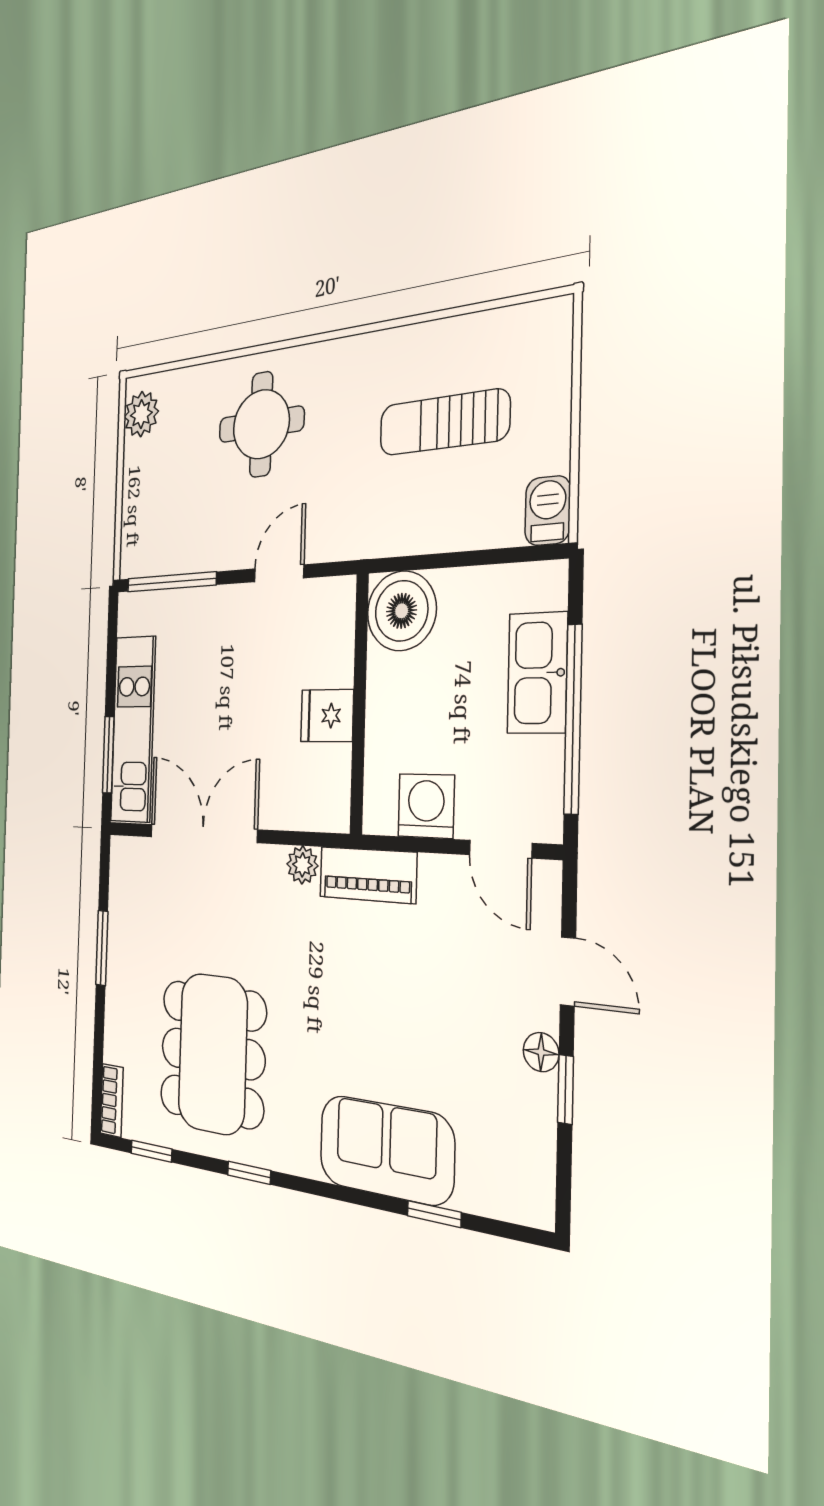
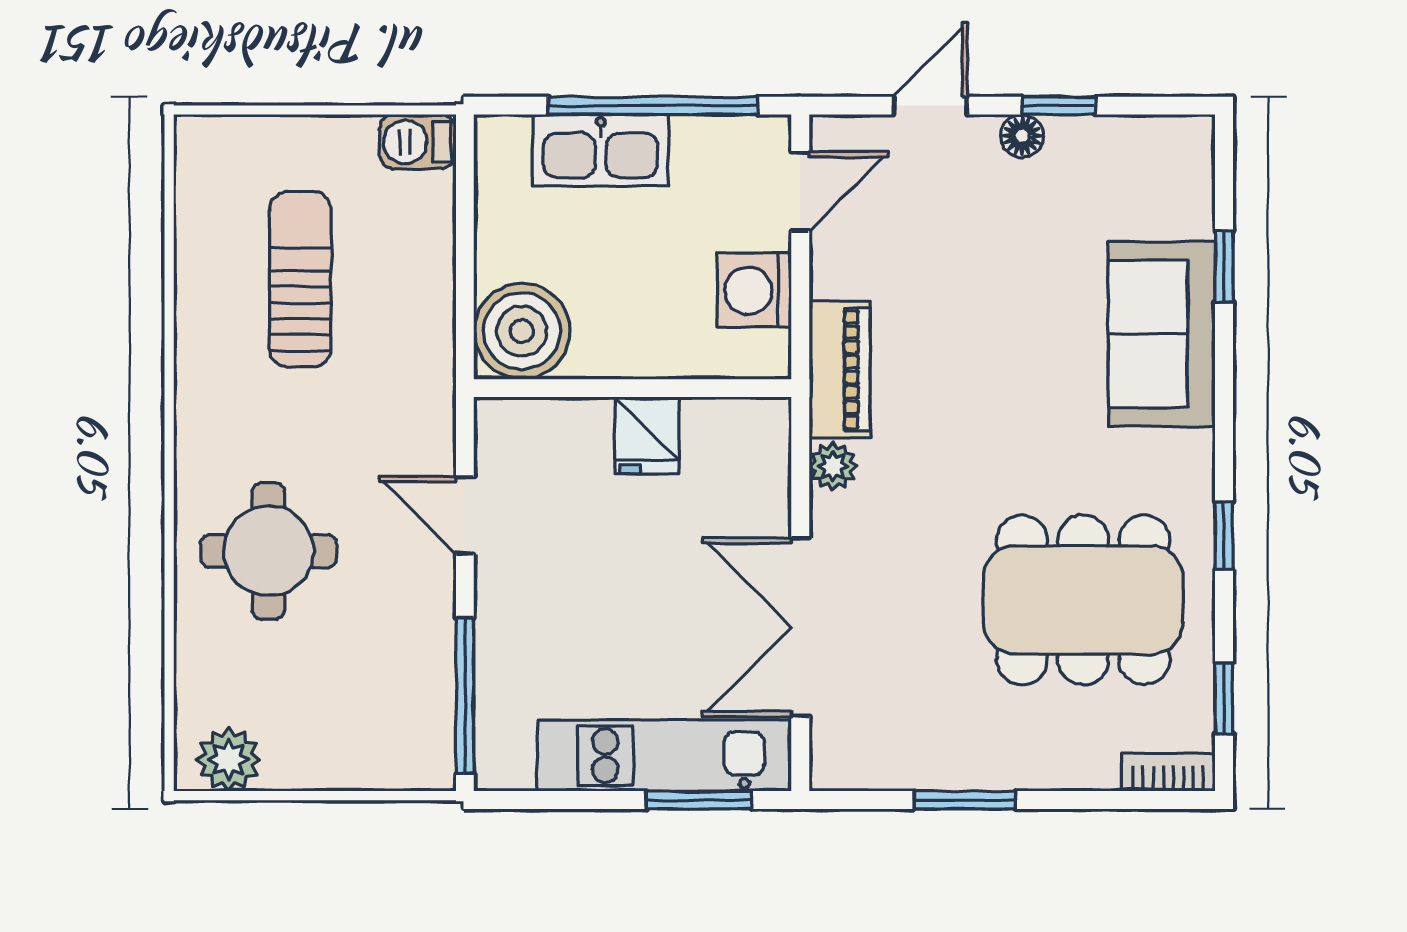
sun lounger: (444, 422) -> (300, 279), turned 180

